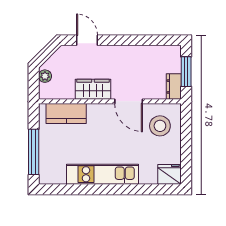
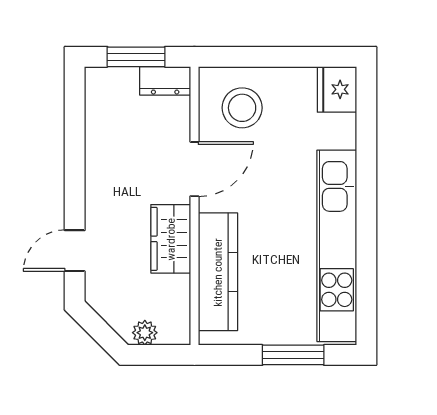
kitchen counter: (66, 114) -> (218, 272), width x1.50
window: (34, 152) -> (293, 355), width x0.69
kitchen unit: (102, 174) -> (337, 246), width x1.36

